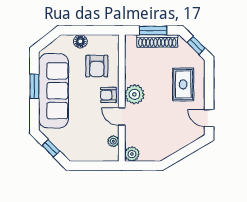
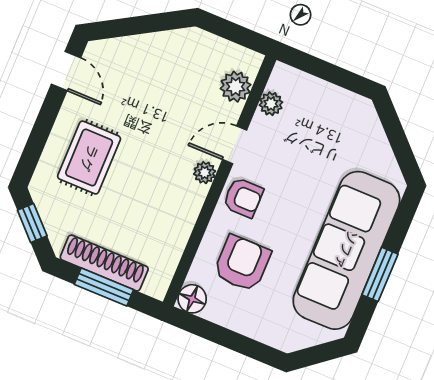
floor lamp: (80, 41) -> (192, 299), moved
plant: (134, 94) -> (205, 173), width x0.53, depth x0.53
door: (122, 117) -> (235, 145), swing flipped
window: (51, 148) -> (398, 141), removed
plant: (132, 154) -> (236, 87), moved

